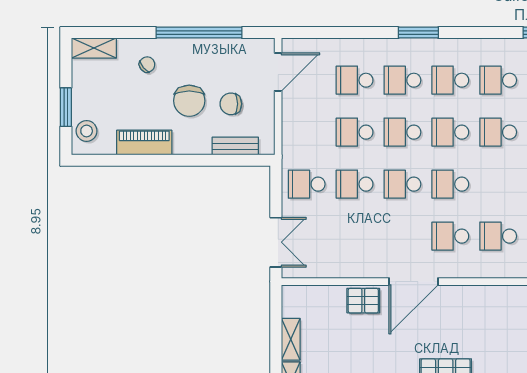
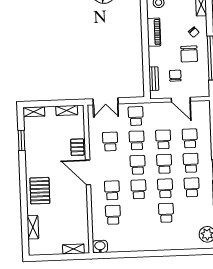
door: (278, 72) -> (181, 100), moved
school desk: (498, 80) -> (110, 141), moved
chair: (189, 101) -> (189, 54), moved, turned -90
shelving: (291, 339) -> (67, 110), moved

